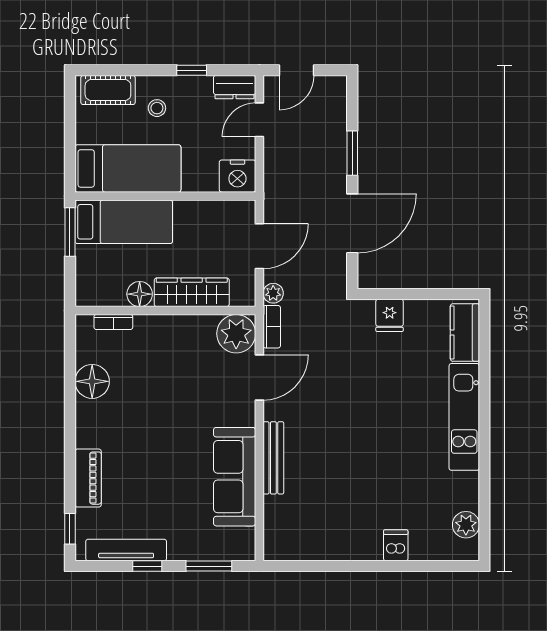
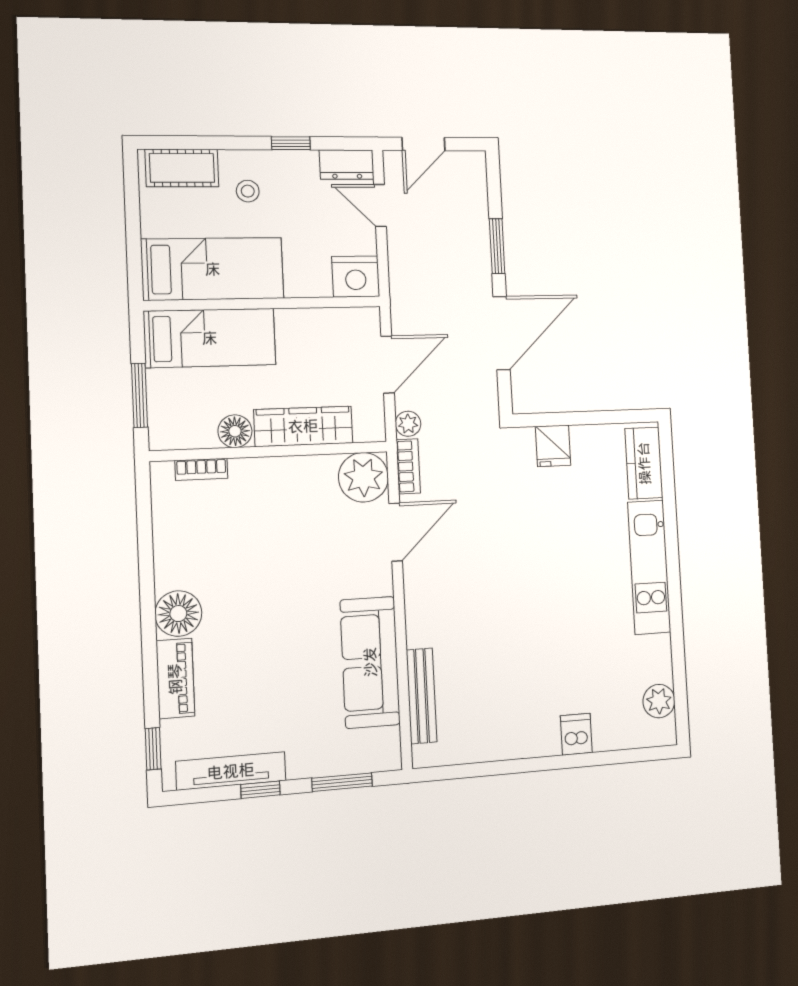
door: (259, 120) -> (380, 205), hinge flipped
window: (70, 232) -> (140, 395), moved
floor lamp: (92, 381) -> (178, 614), moved
bench: (273, 458) -> (422, 696), moved

